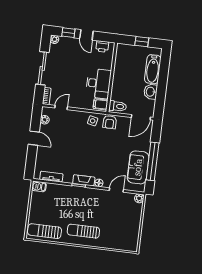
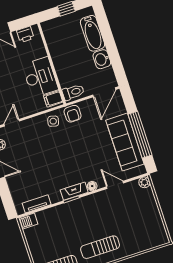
sofa: (138, 167) -> (125, 142), width x1.36
door: (116, 190) -> (115, 185), hinge flipped

